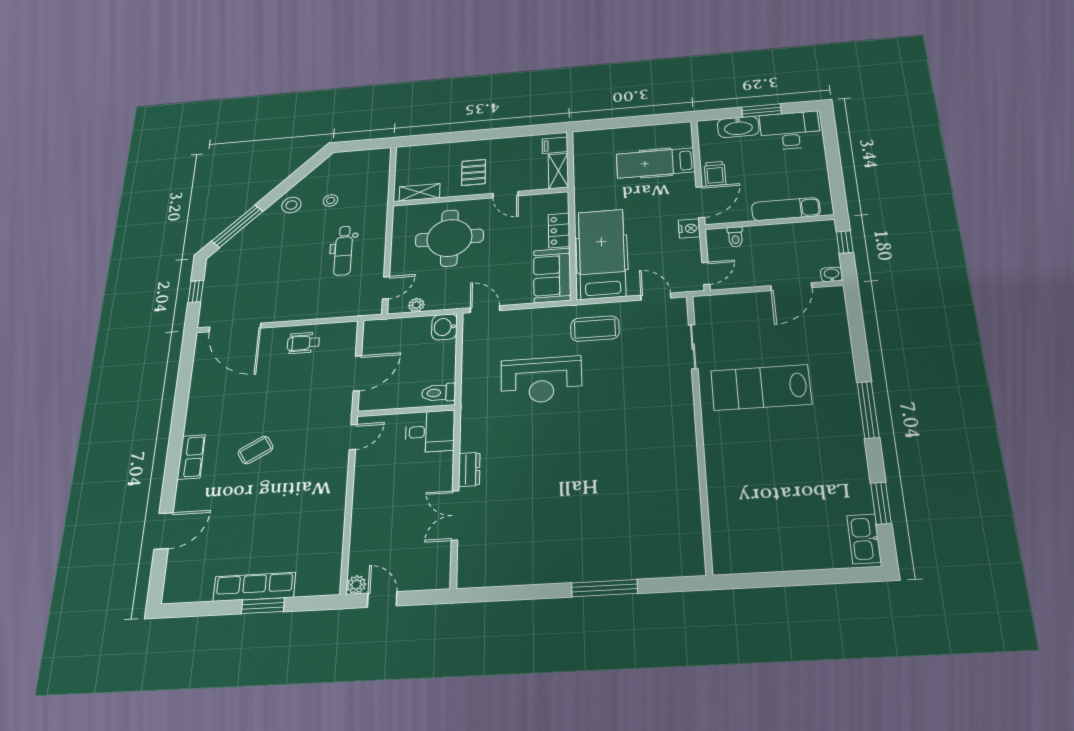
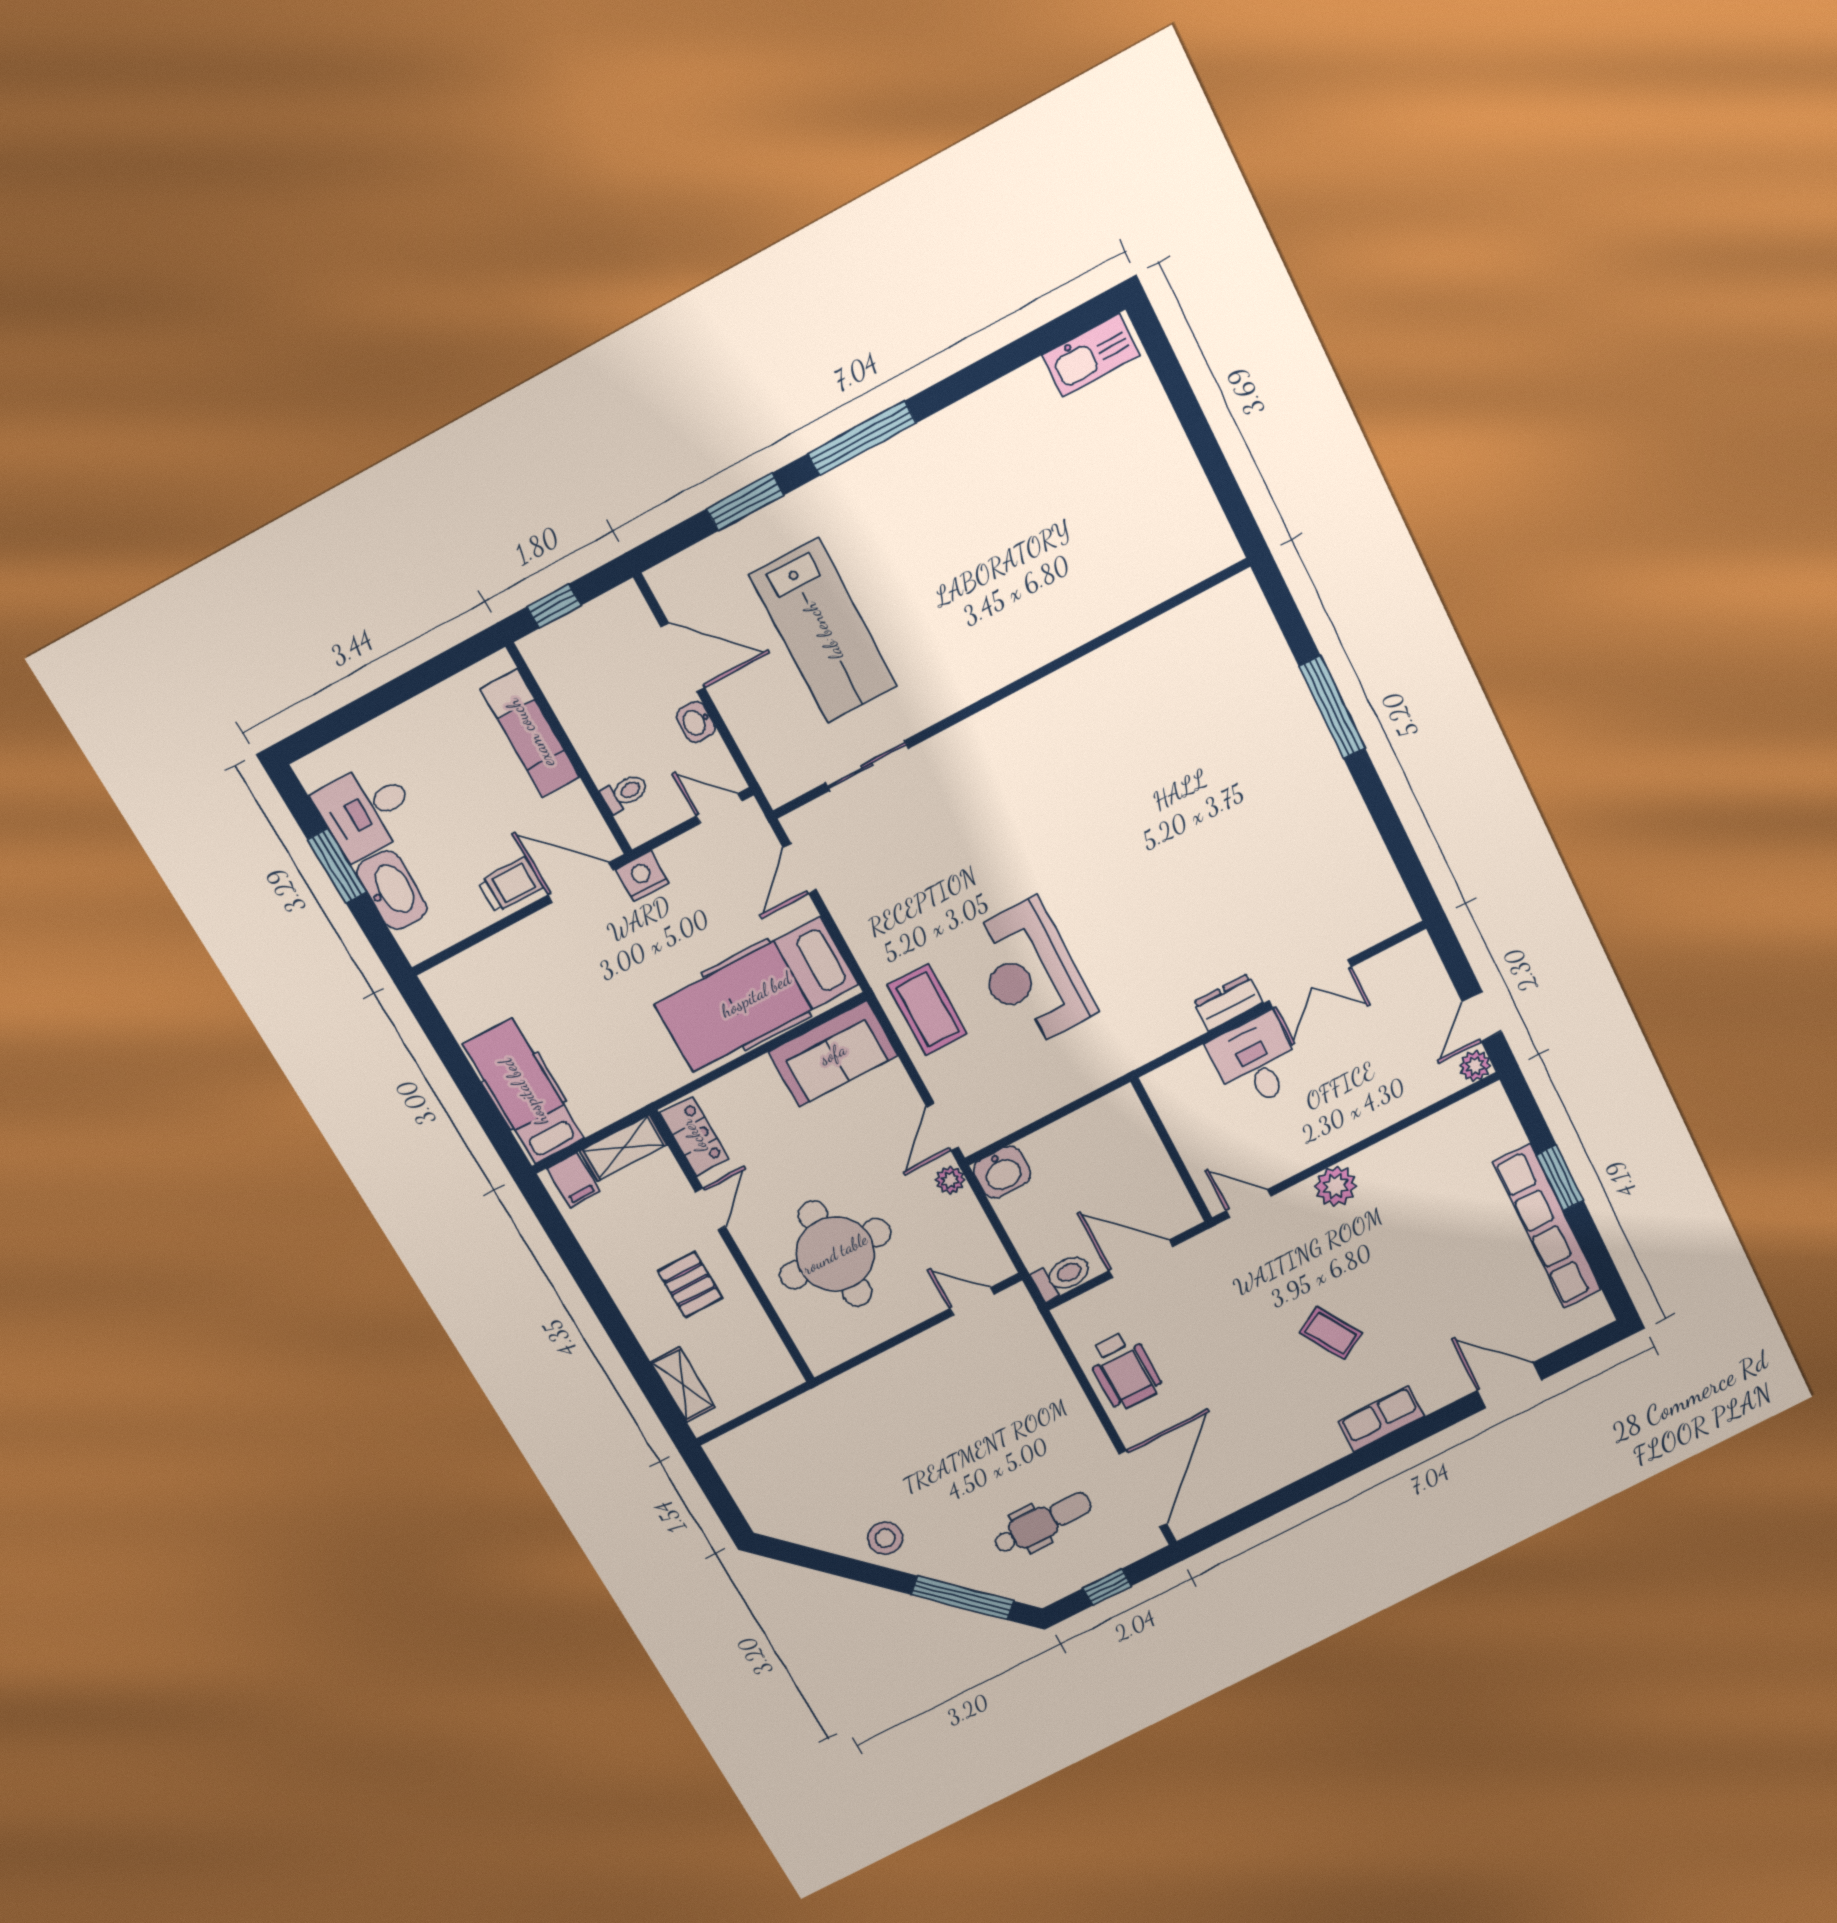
desk: (790, 131) -> (366, 810), width x0.73
hospital bed: (656, 163) -> (524, 1092), moved, turned 180
pallet: (474, 172) -> (690, 1285), turned 90
shelving: (420, 192) -> (683, 1385), moved
stool: (331, 200) -> (849, 1482), removed
locker: (559, 230) -> (694, 1136), moved, turned -90
dental chair: (343, 251) -> (1042, 1523), moved
washbasin: (832, 274) -> (696, 722), moved
plant: (416, 305) -> (950, 1180), moved
coffee table: (595, 329) -> (927, 1010), moved
wheelchair: (303, 343) -> (1124, 1370), width x1.36, depth x1.37
reception desk: (541, 380) -> (1030, 973), turned 180
lab bench: (761, 387) -> (823, 631), moved
toilet: (439, 393) -> (1062, 1276), moved, turned -90
desk: (430, 431) -> (1256, 1061), moved
plant: (335, 484) -> (1336, 1186), added
window: (881, 503) -> (745, 502), moved
row of seats: (254, 587) -> (1547, 1226), width x1.36

